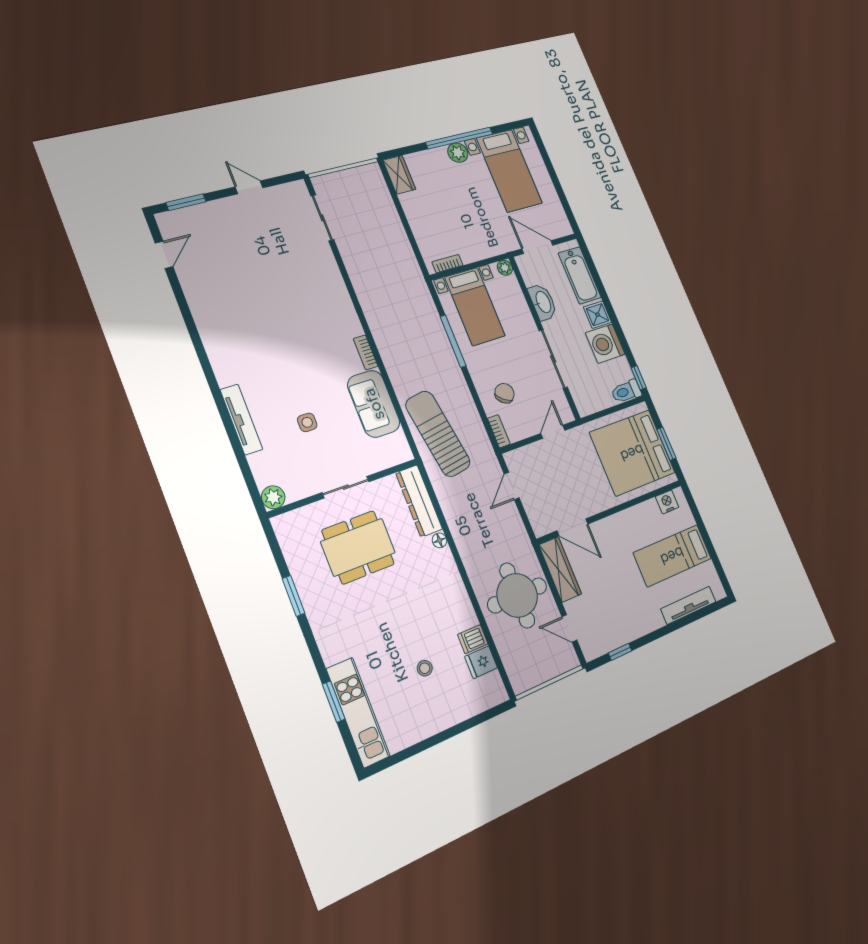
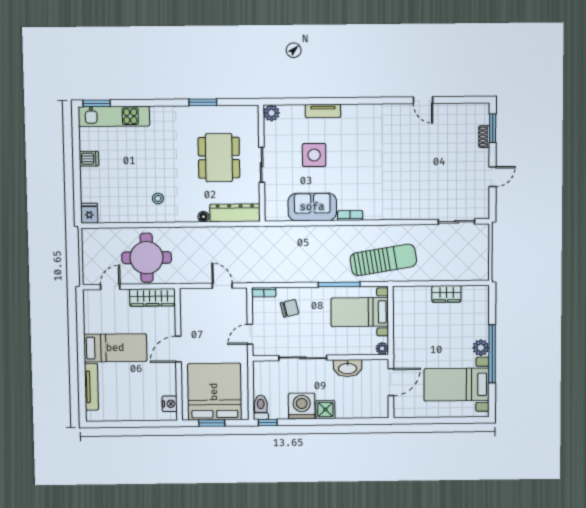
wardrobe: (399, 175) -> (446, 294), moved
shoe rack: (201, 210) -> (484, 137), added
door: (164, 255) -> (423, 100), moved
bookcase: (447, 264) -> (398, 304), removed
bathtub: (580, 275) -> (360, 408), removed
chair: (504, 393) -> (290, 308), turned -50
tv unit: (241, 419) -> (323, 111), width x0.71
side table: (307, 422) -> (314, 155), width x1.87, depth x1.87
door: (553, 432) -> (250, 334), swing flipped
sun lounger: (438, 434) -> (383, 260), moved
door: (572, 527) -> (178, 349), moved
bed: (672, 556) -> (115, 348), moved, turned 90
dishwasher: (473, 639) -> (89, 159), moved, turned 90
window: (620, 652) -> (80, 318), removed
fridge: (481, 662) -> (89, 213), moved
stool: (425, 668) -> (158, 198), moved
window: (334, 702) -> (97, 103), moved

